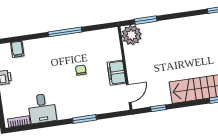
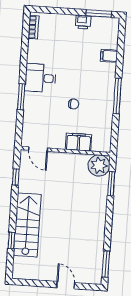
filing cabinet: (17, 49) -> (109, 56), moved
filing cabinet: (116, 73) -> (79, 142), moved
desk: (42, 108) -> (40, 78), moved

